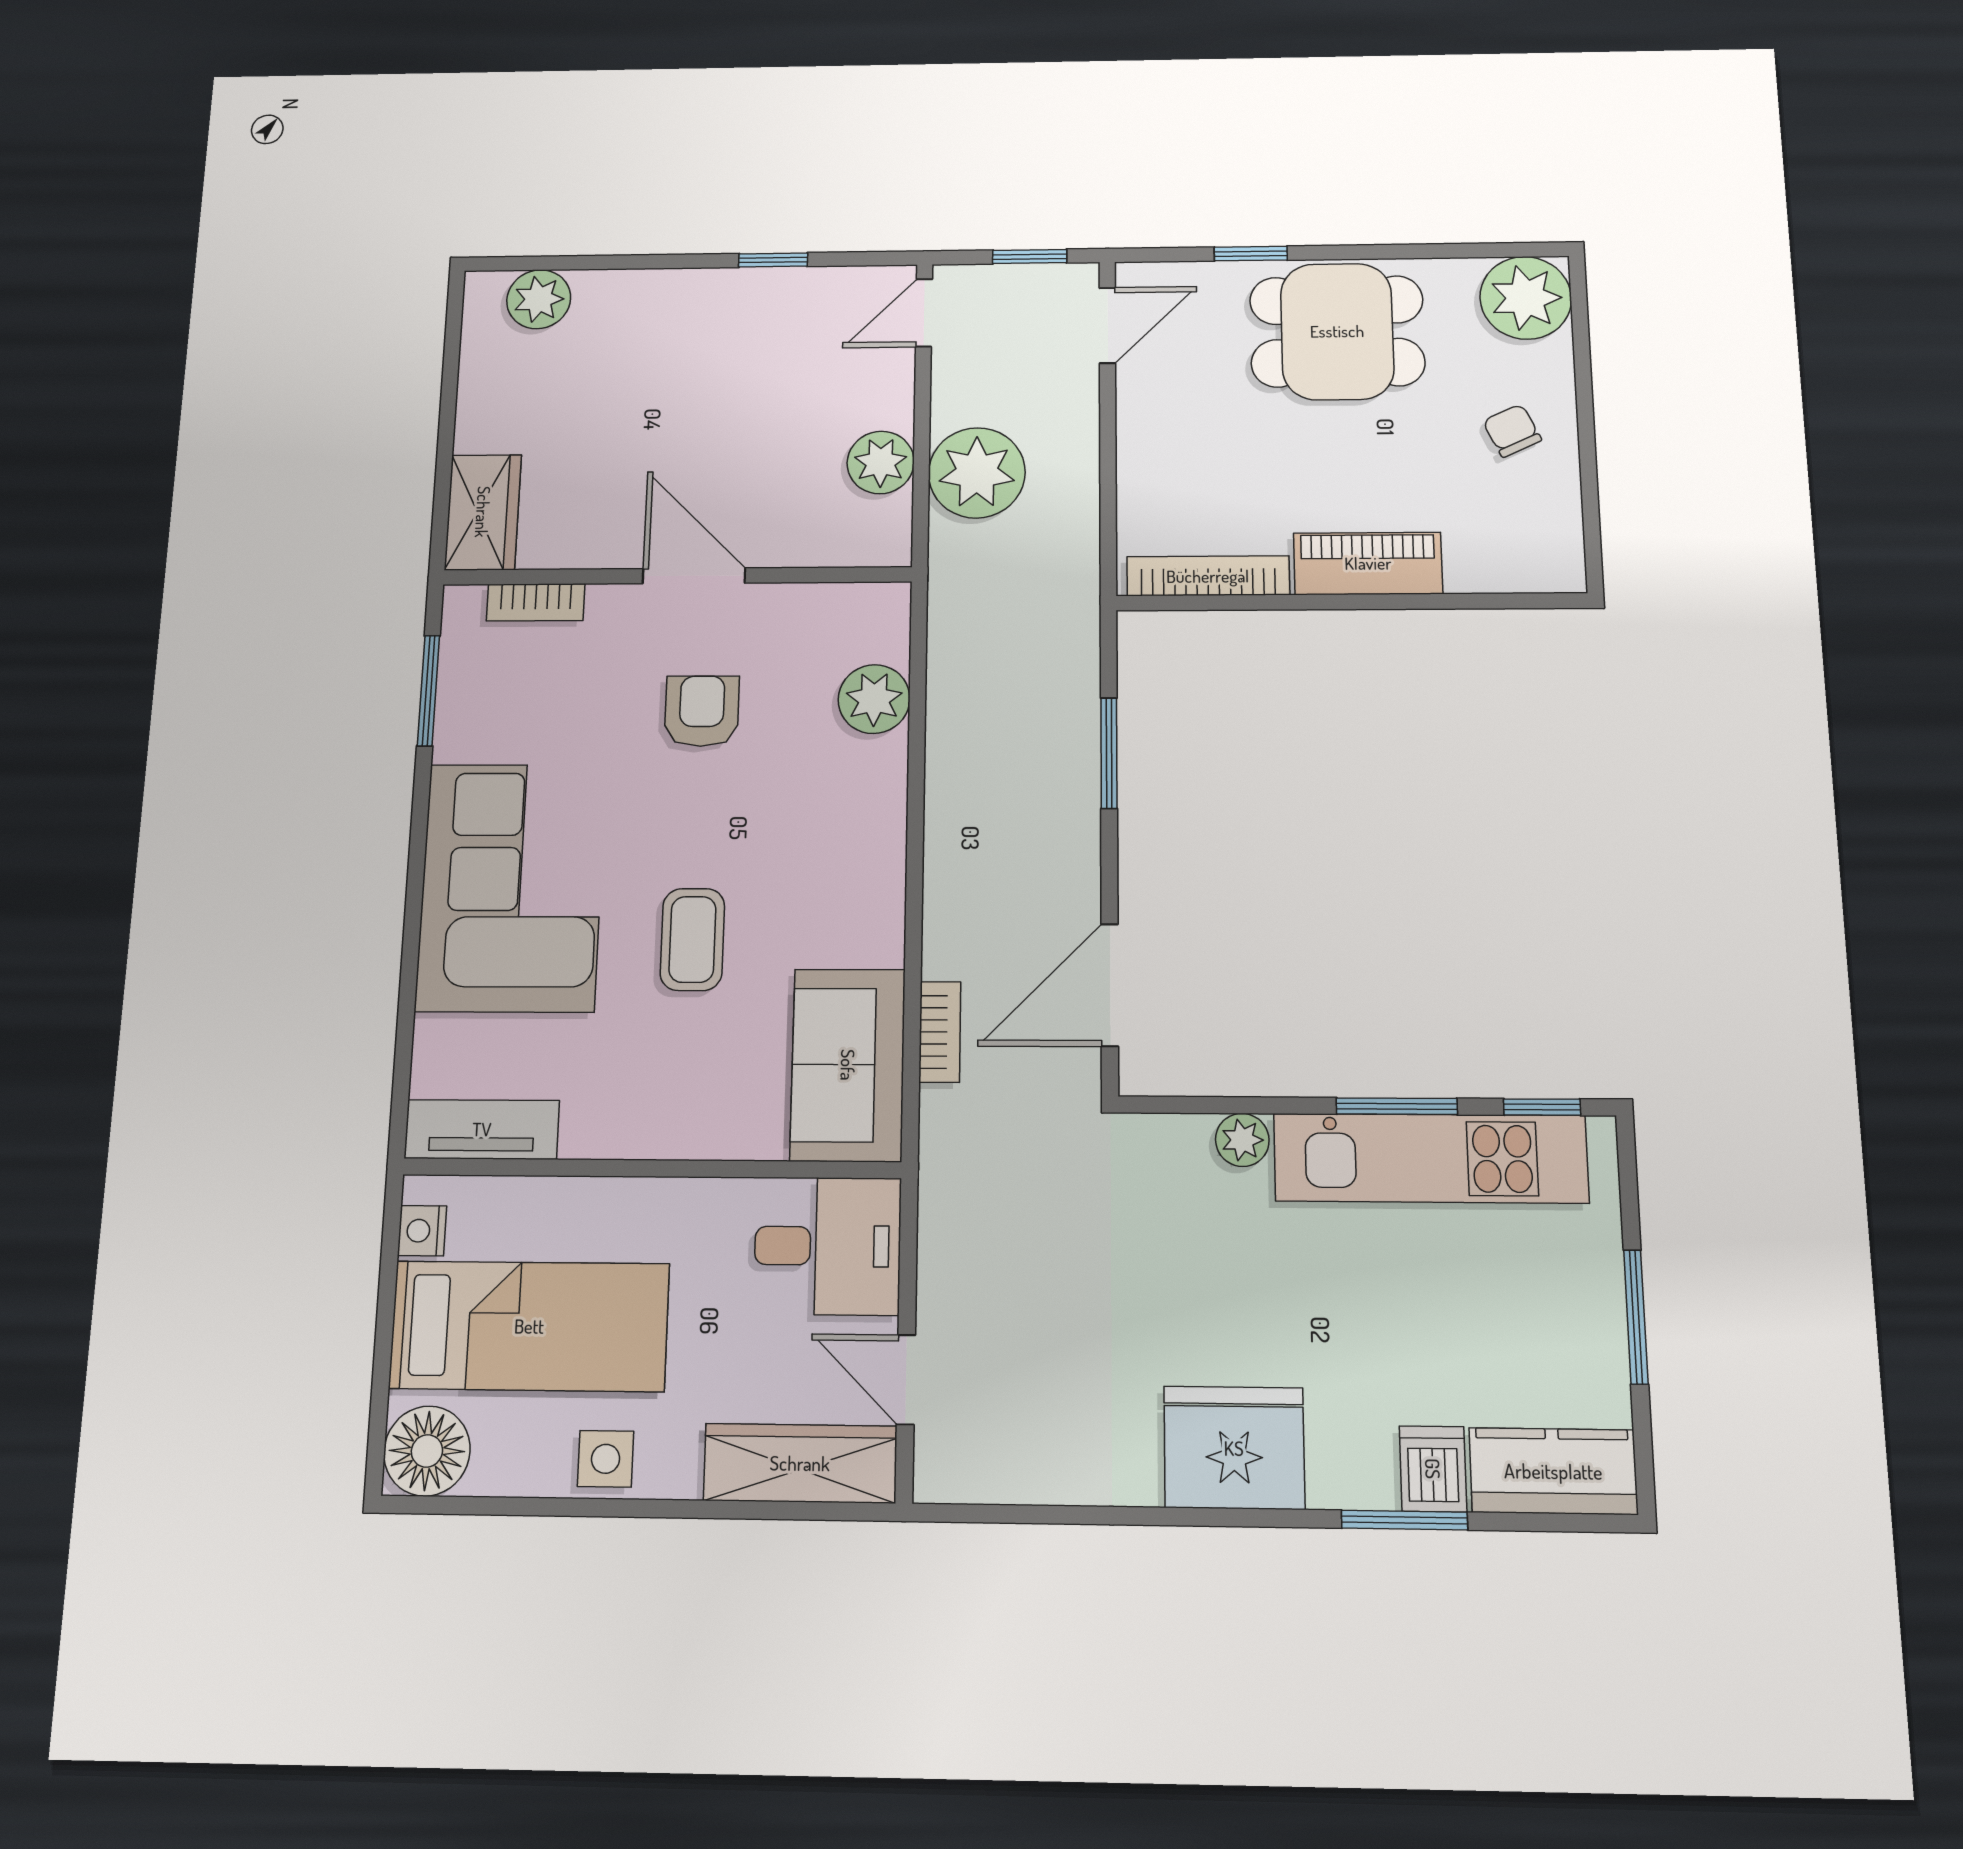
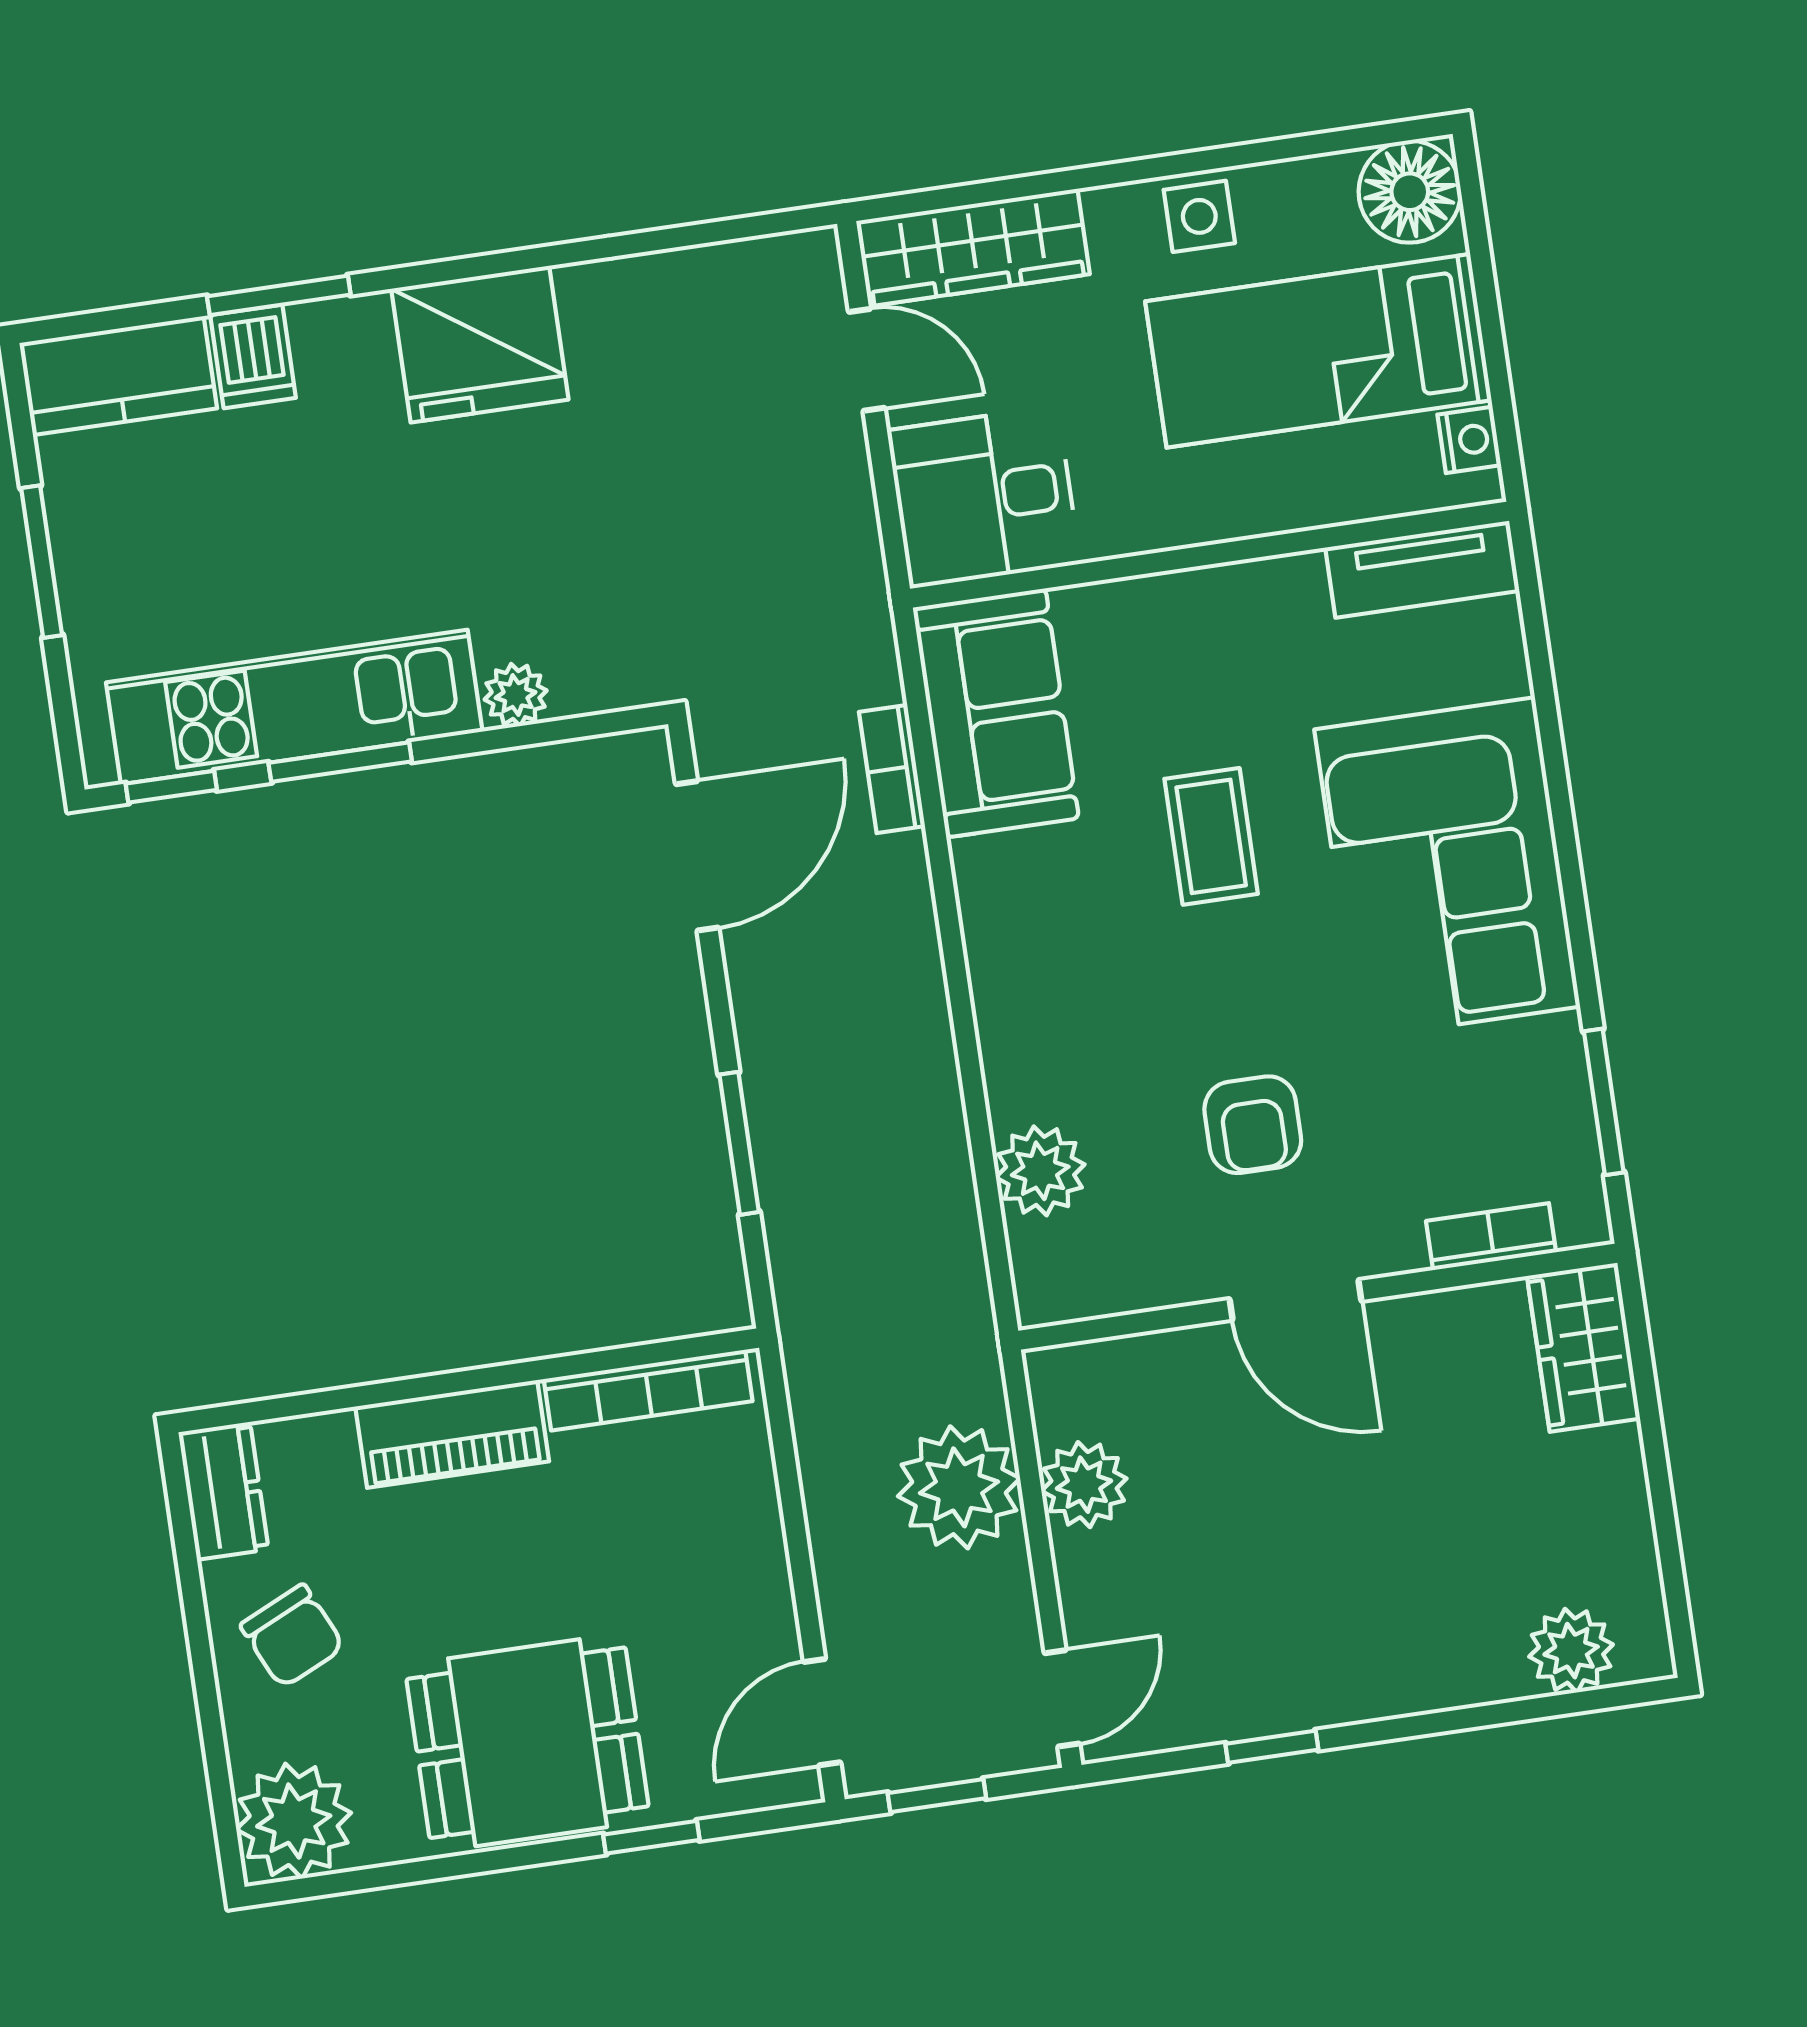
chair: (1512, 431) -> (292, 1636), width x1.37, depth x1.37
dresser: (1556, 545) -> (223, 1491), added

